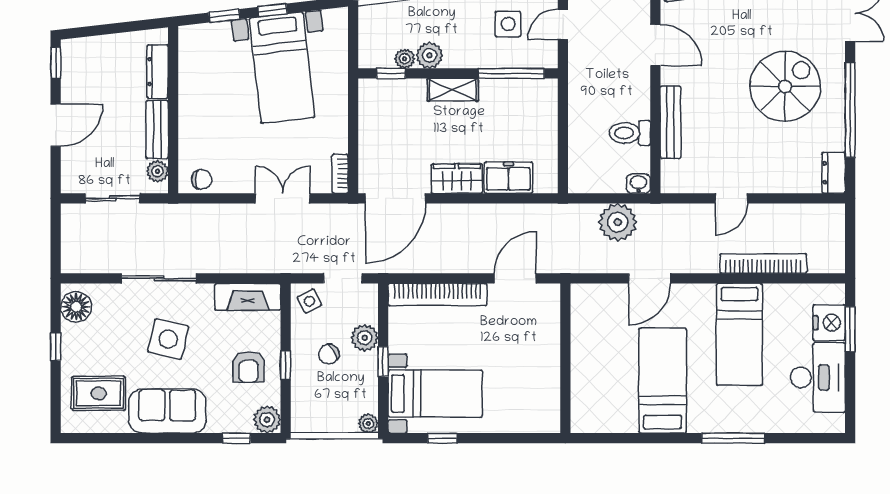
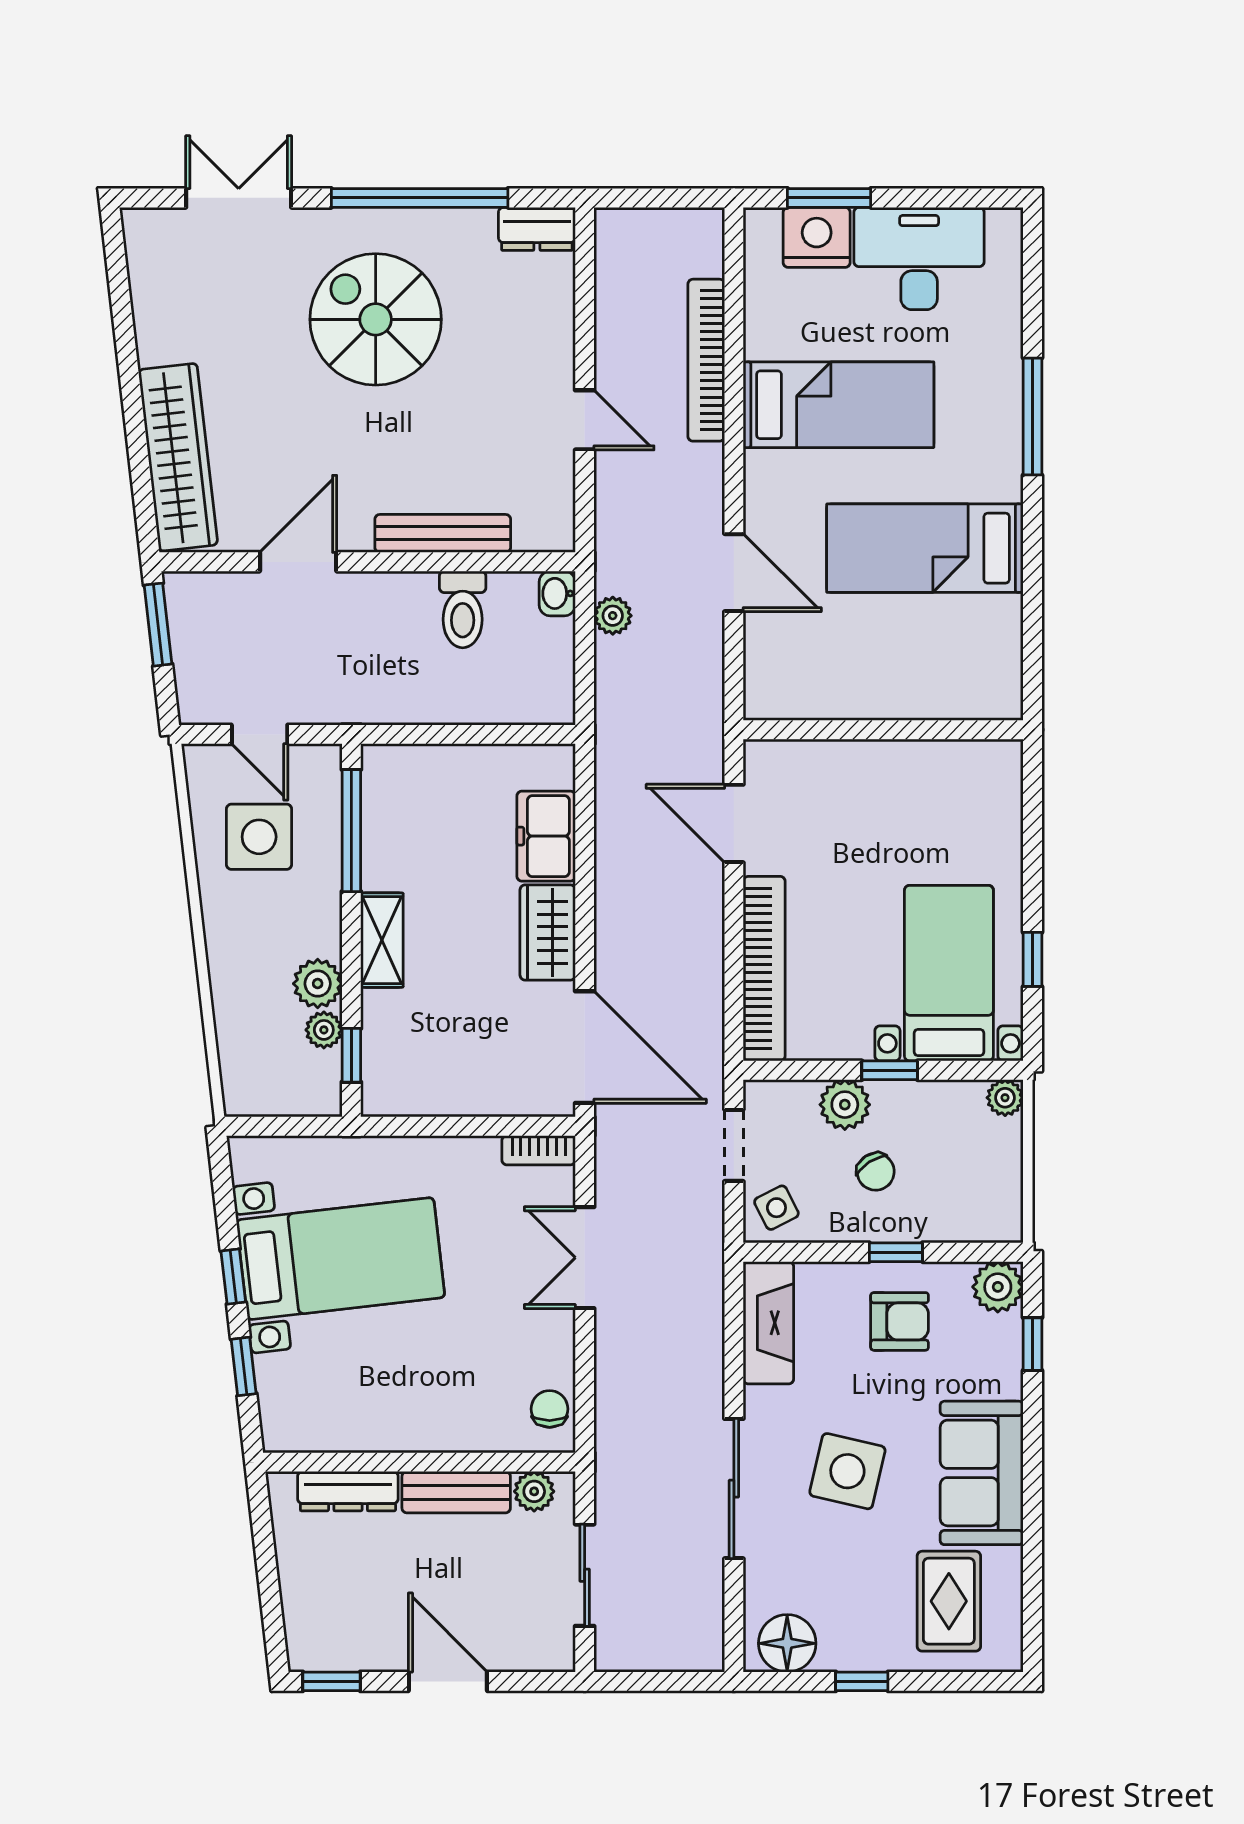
side table: (508, 24) -> (259, 837), width x1.37, depth x1.37
plant: (618, 222) -> (613, 616), width x0.53, depth x0.53

